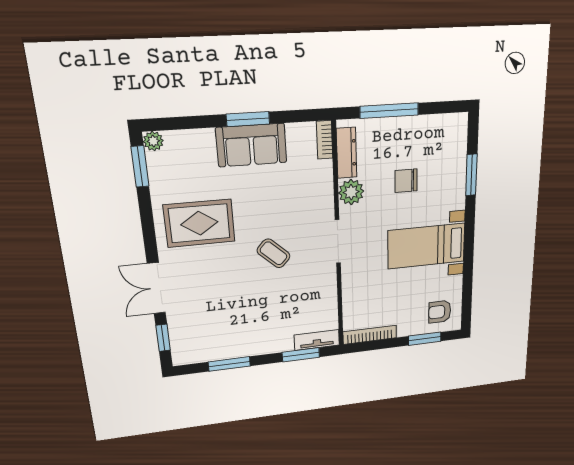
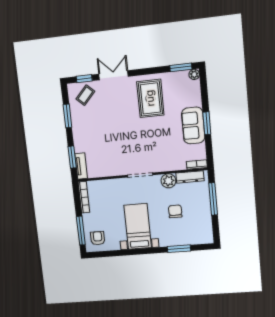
coffee table: (274, 253) -> (85, 95), moved
window: (425, 339) -> (81, 231), width x1.44

